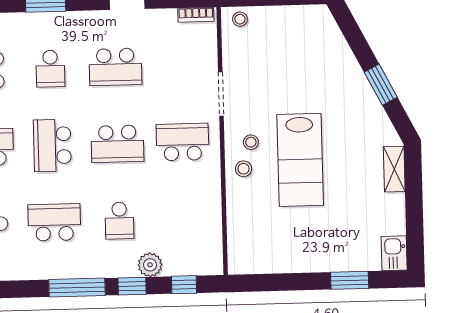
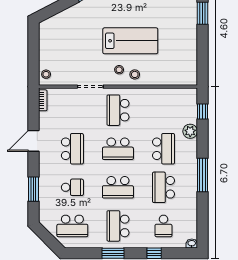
school desk: (117, 144) -> (118, 149), turned 90
school desk: (119, 221) -> (163, 149), width x1.85
window: (132, 286) -> (202, 142), removed

